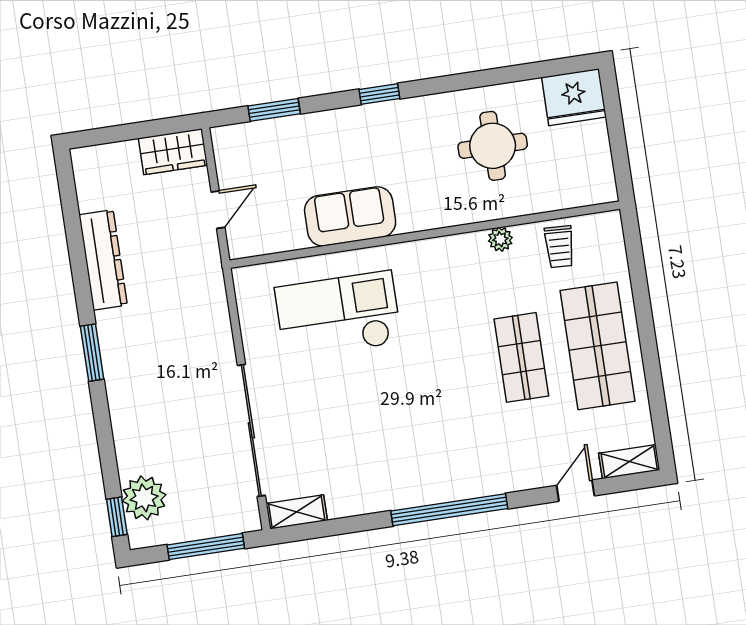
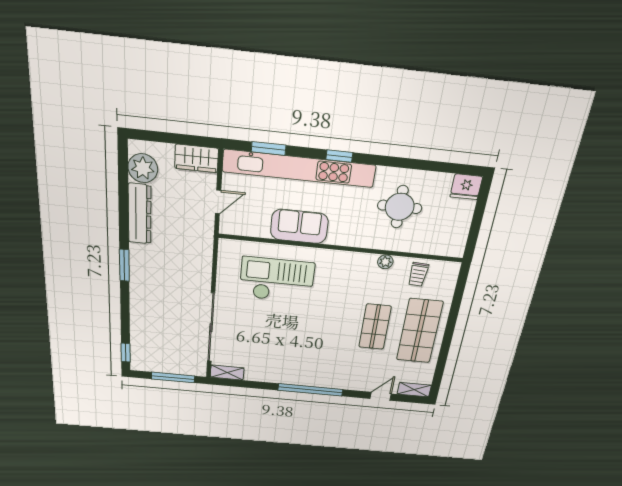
fridge: (574, 97) -> (466, 187), width x0.73, depth x0.75
kitchen unit: (326, 127) -> (299, 168), added
plant: (144, 498) -> (143, 168), moved

